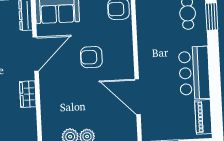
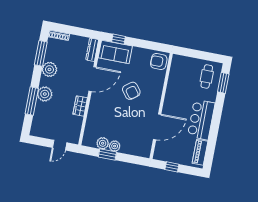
armchair: (91, 57) -> (131, 91), turned -127
door: (138, 97) -> (157, 127), swing flipped

